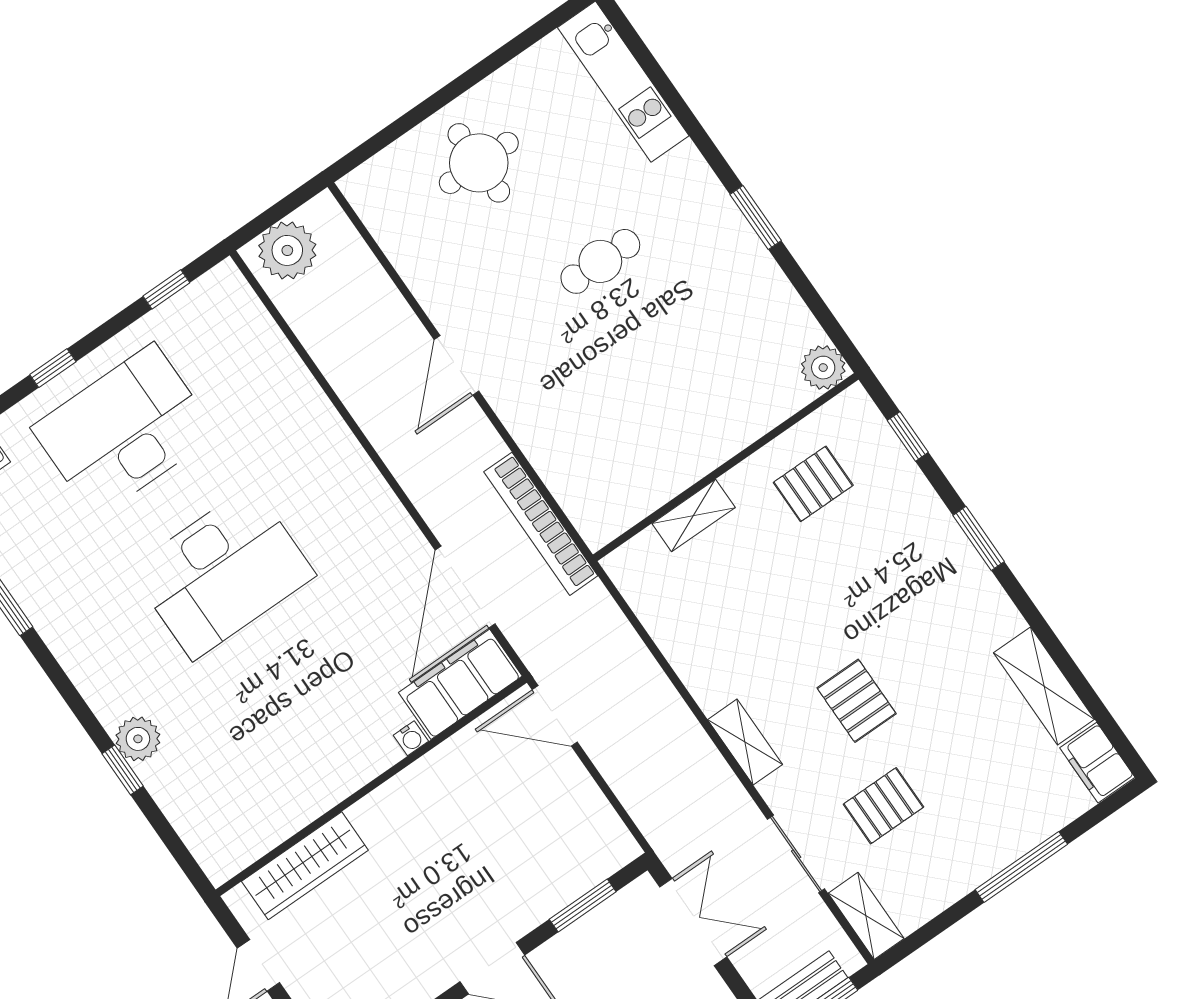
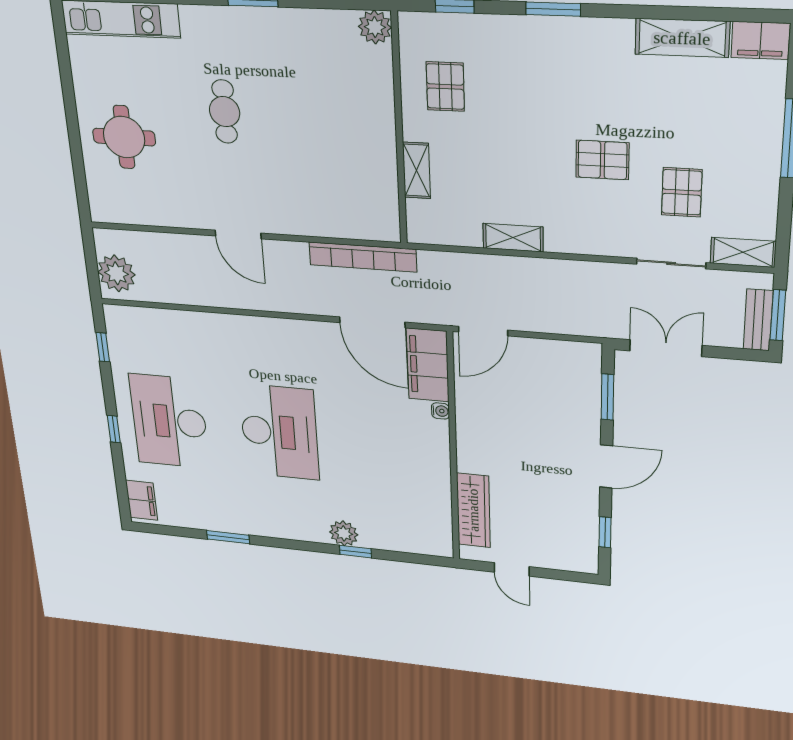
shelving: (745, 742) -> (513, 238), moved

